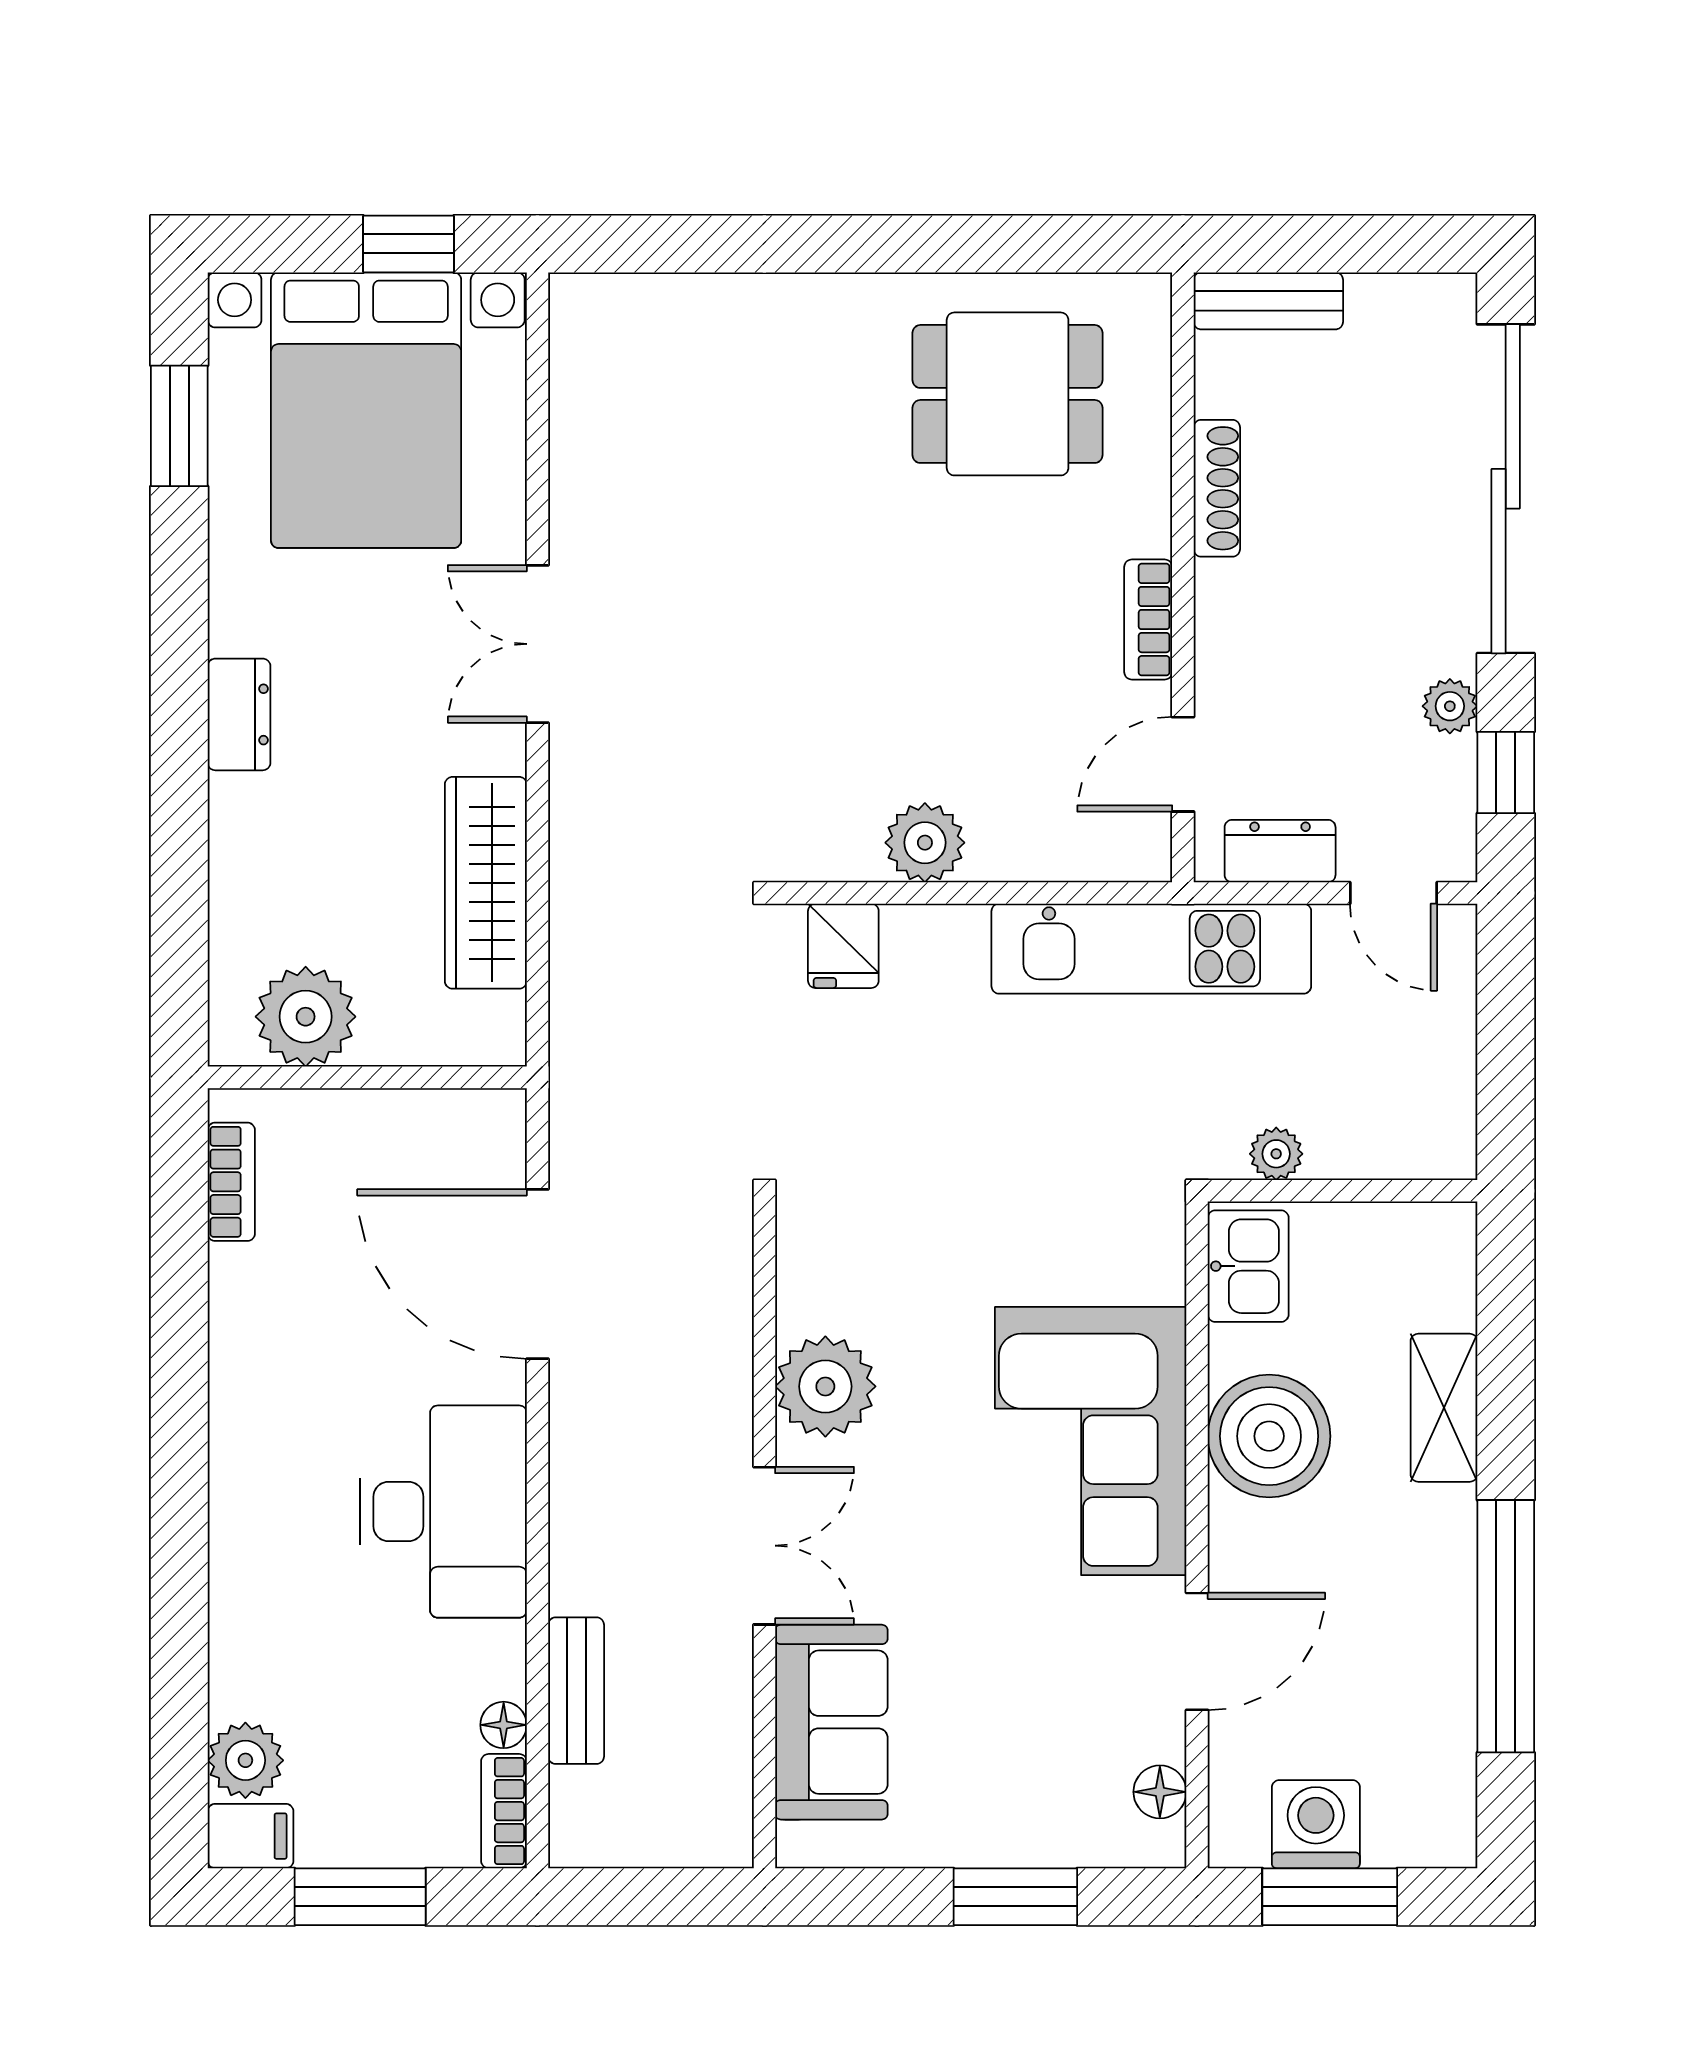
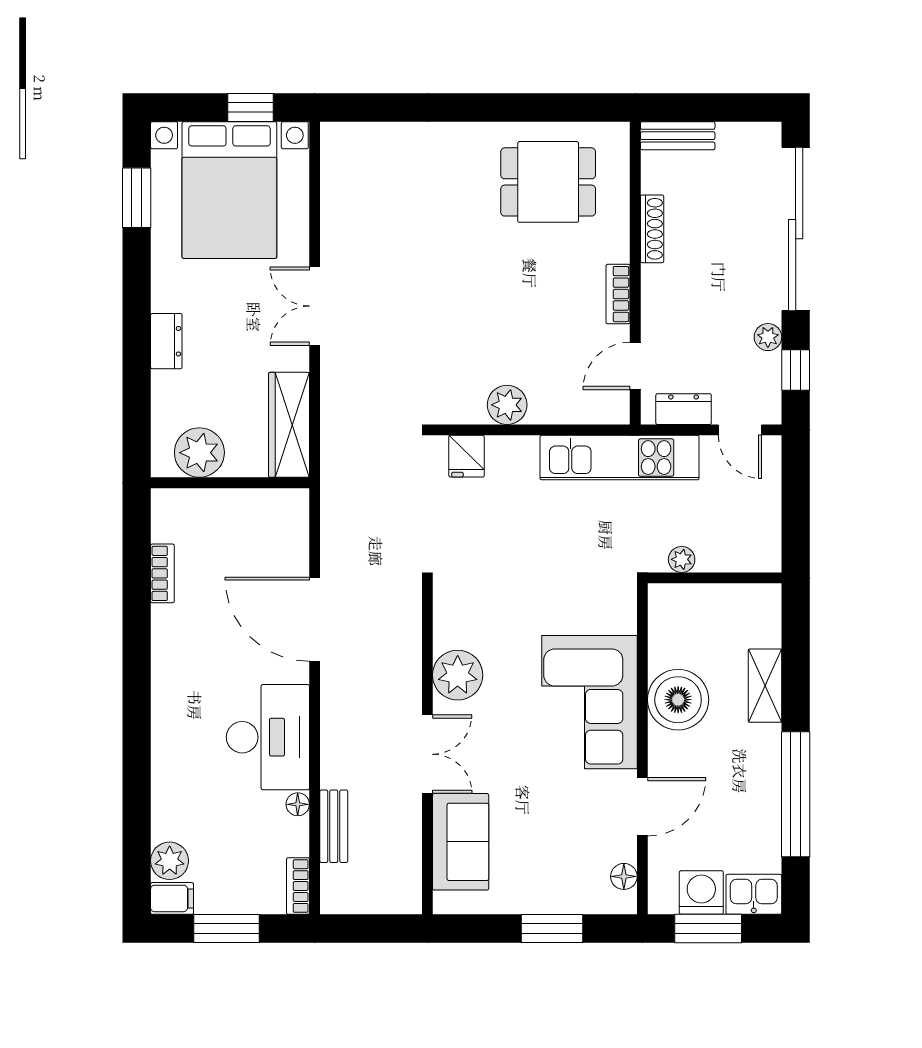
plant: (306, 1017) -> (199, 453), moved
wall: (367, 1077) -> (230, 483), moved
kitchen sink: (1248, 1266) -> (754, 894), moved, turned -90
floor lamp: (504, 1725) -> (298, 804), moved

